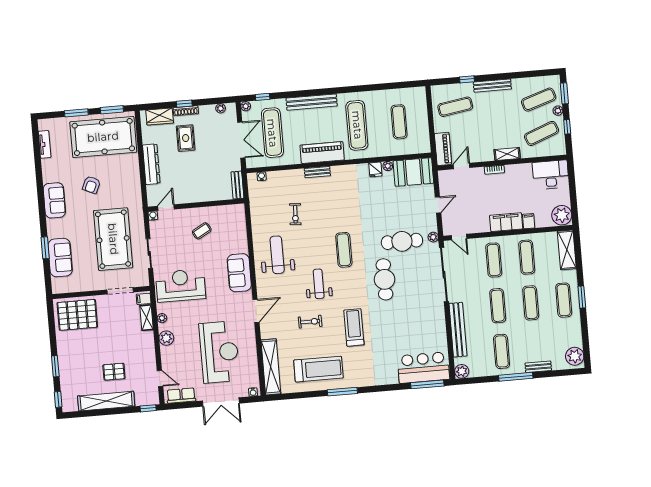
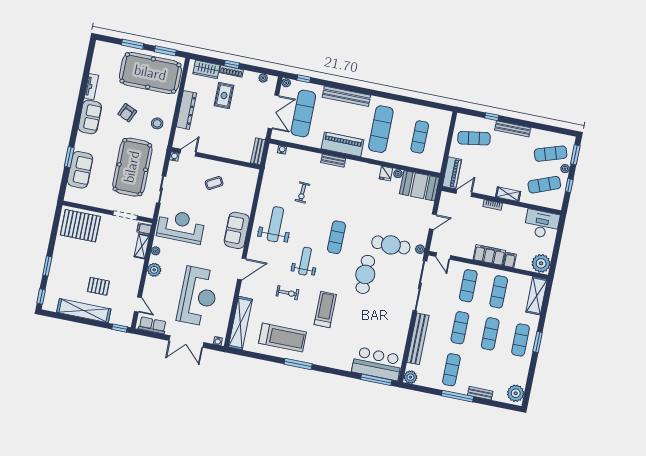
tv unit: (45, 144) -> (91, 87), moved
stool: (125, 187) -> (157, 123), added

